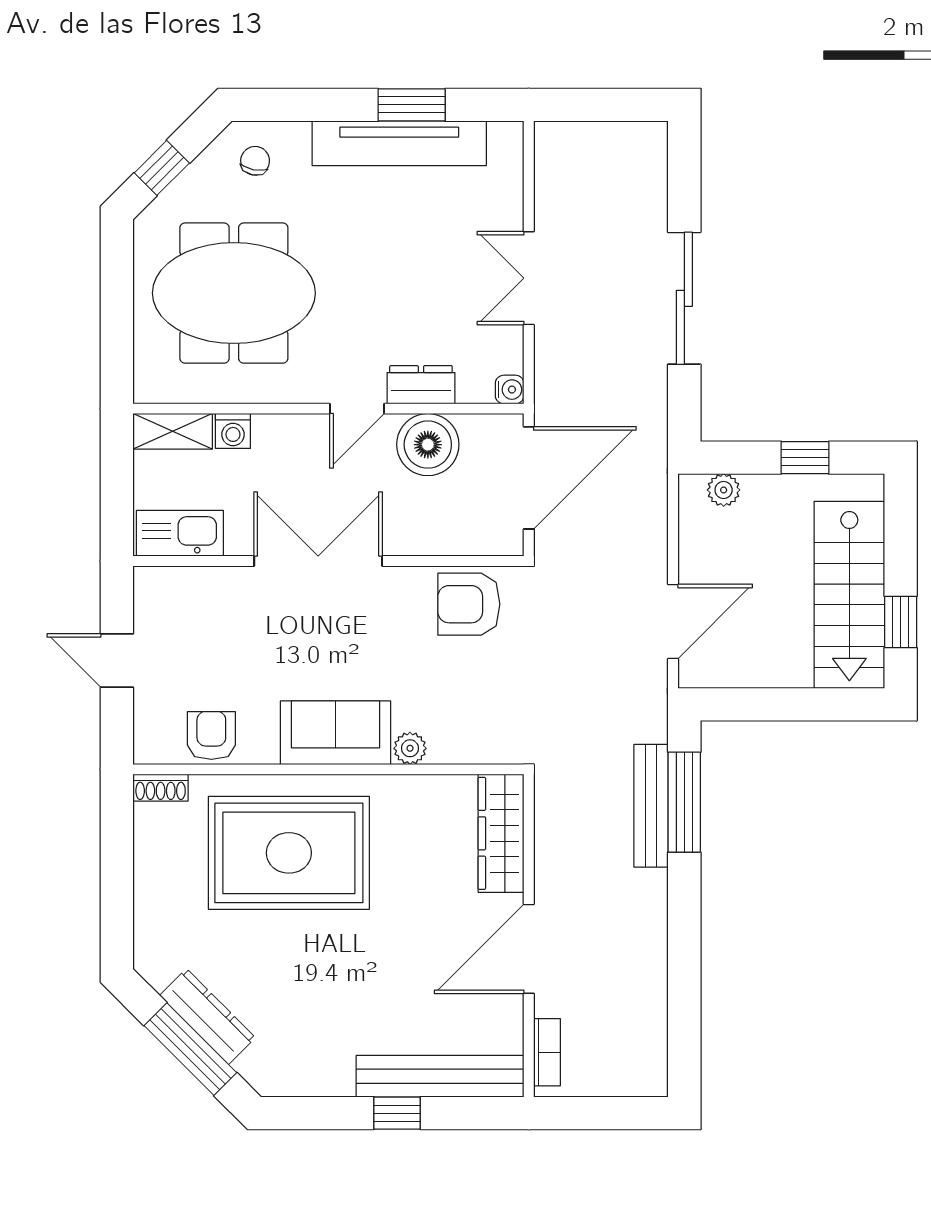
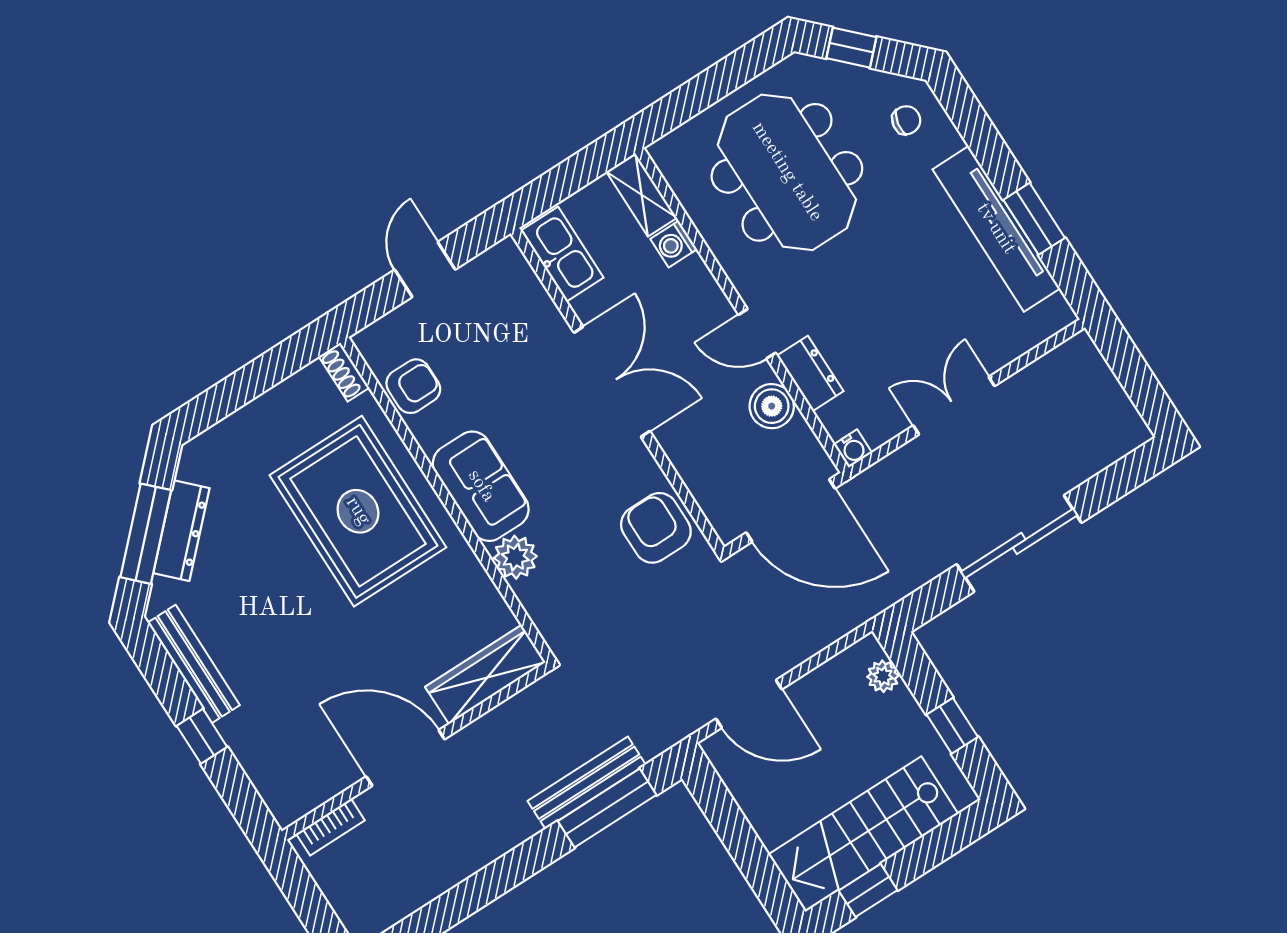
boiler: (428, 445) -> (772, 406), width x0.73, depth x0.73
plant: (410, 748) -> (515, 557), width x1.38, depth x1.38
bench: (440, 1076) -> (194, 664), moved, width x0.73, depth x0.82

